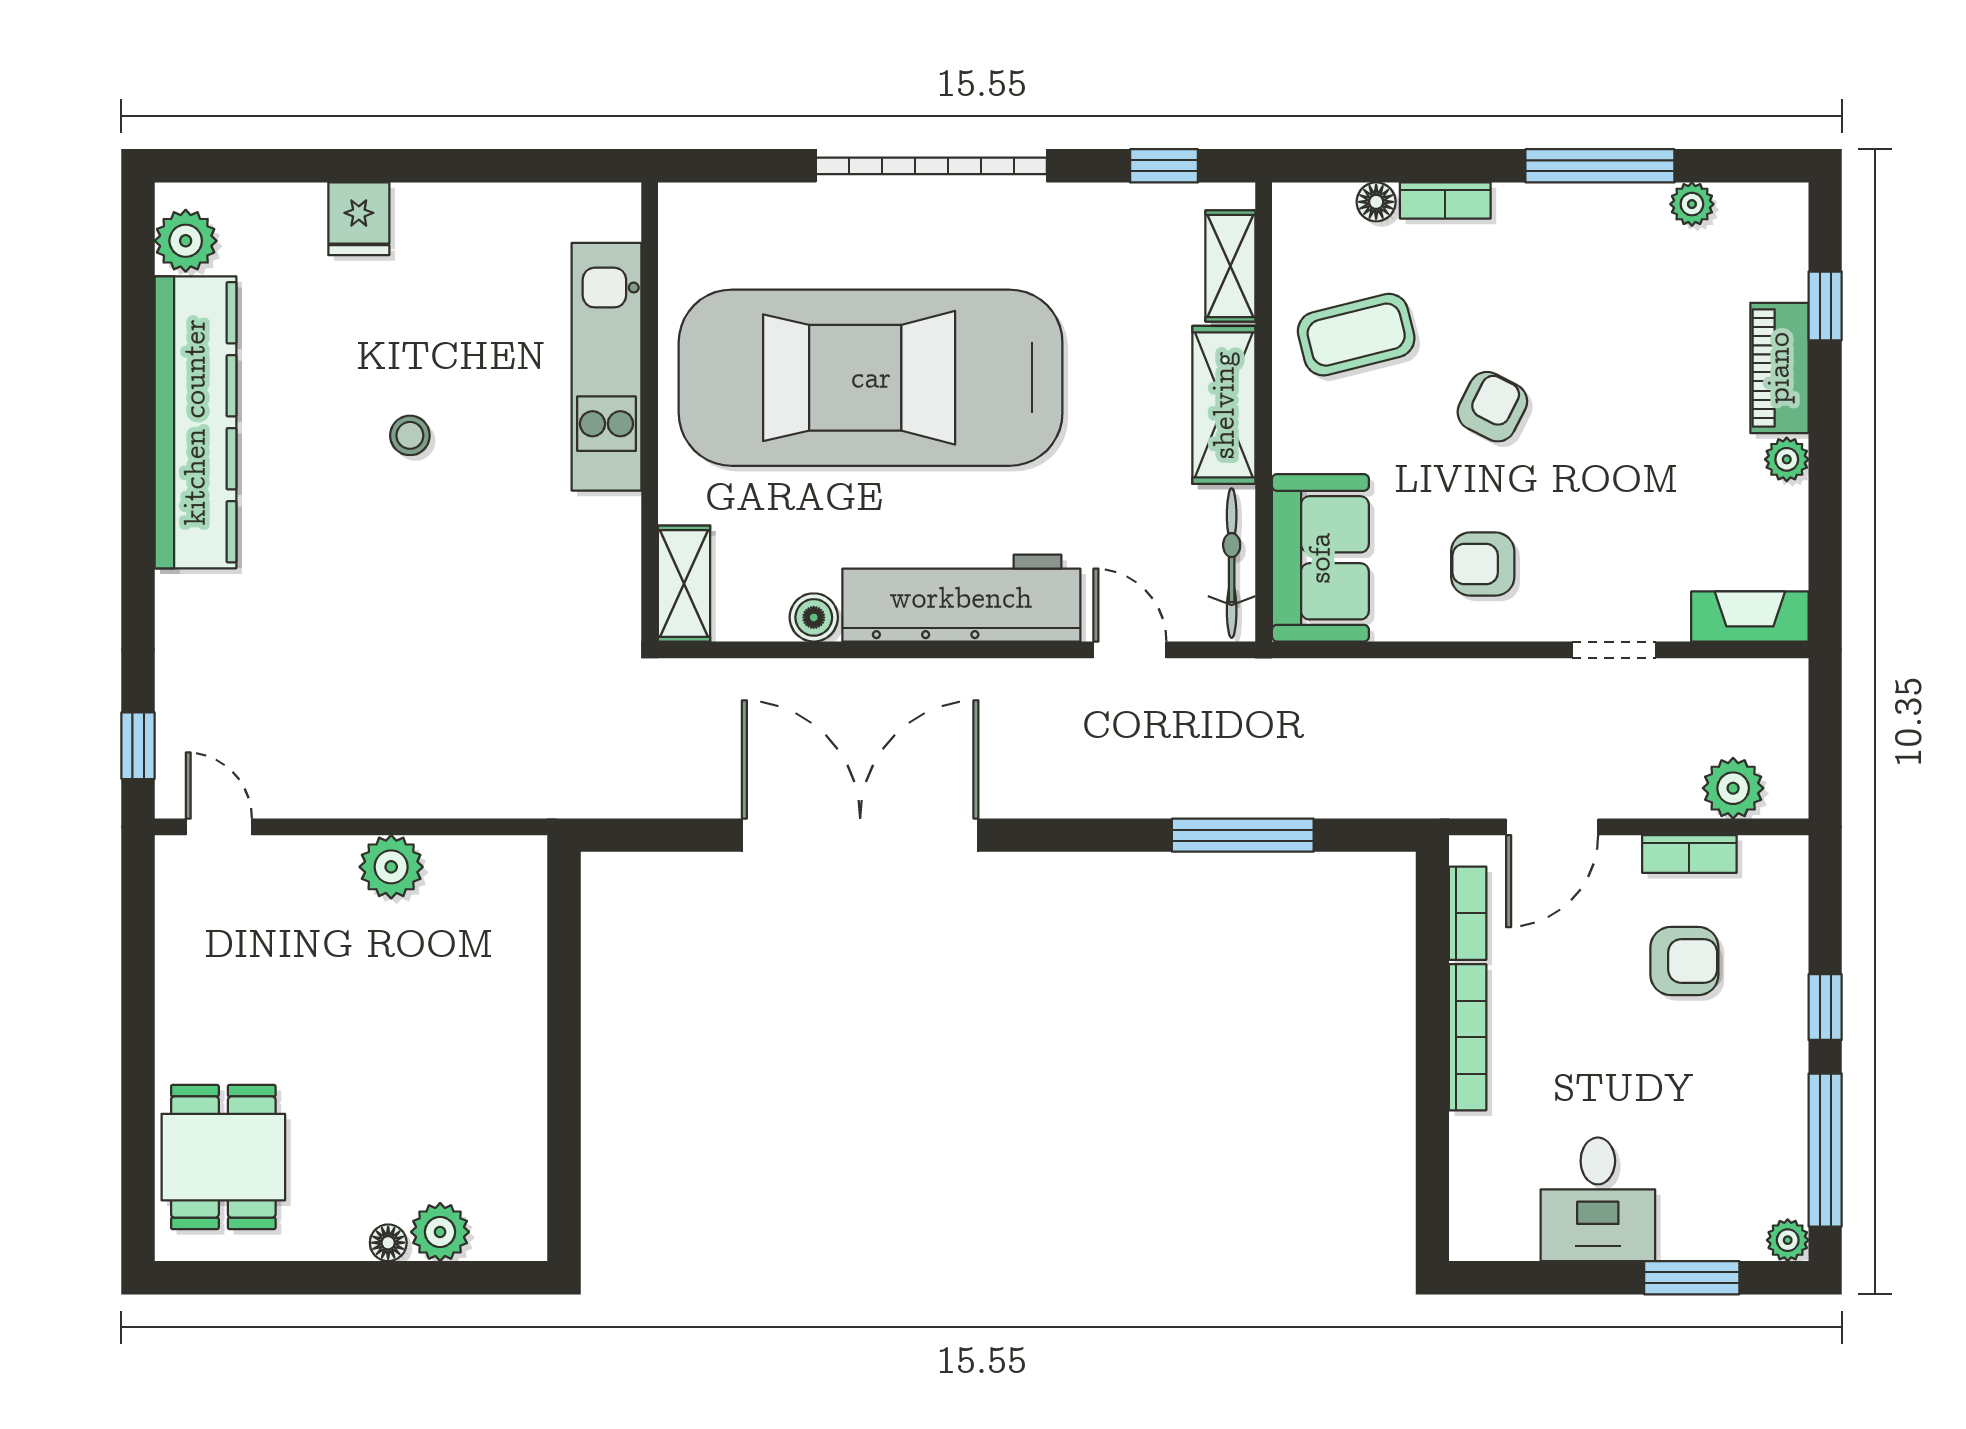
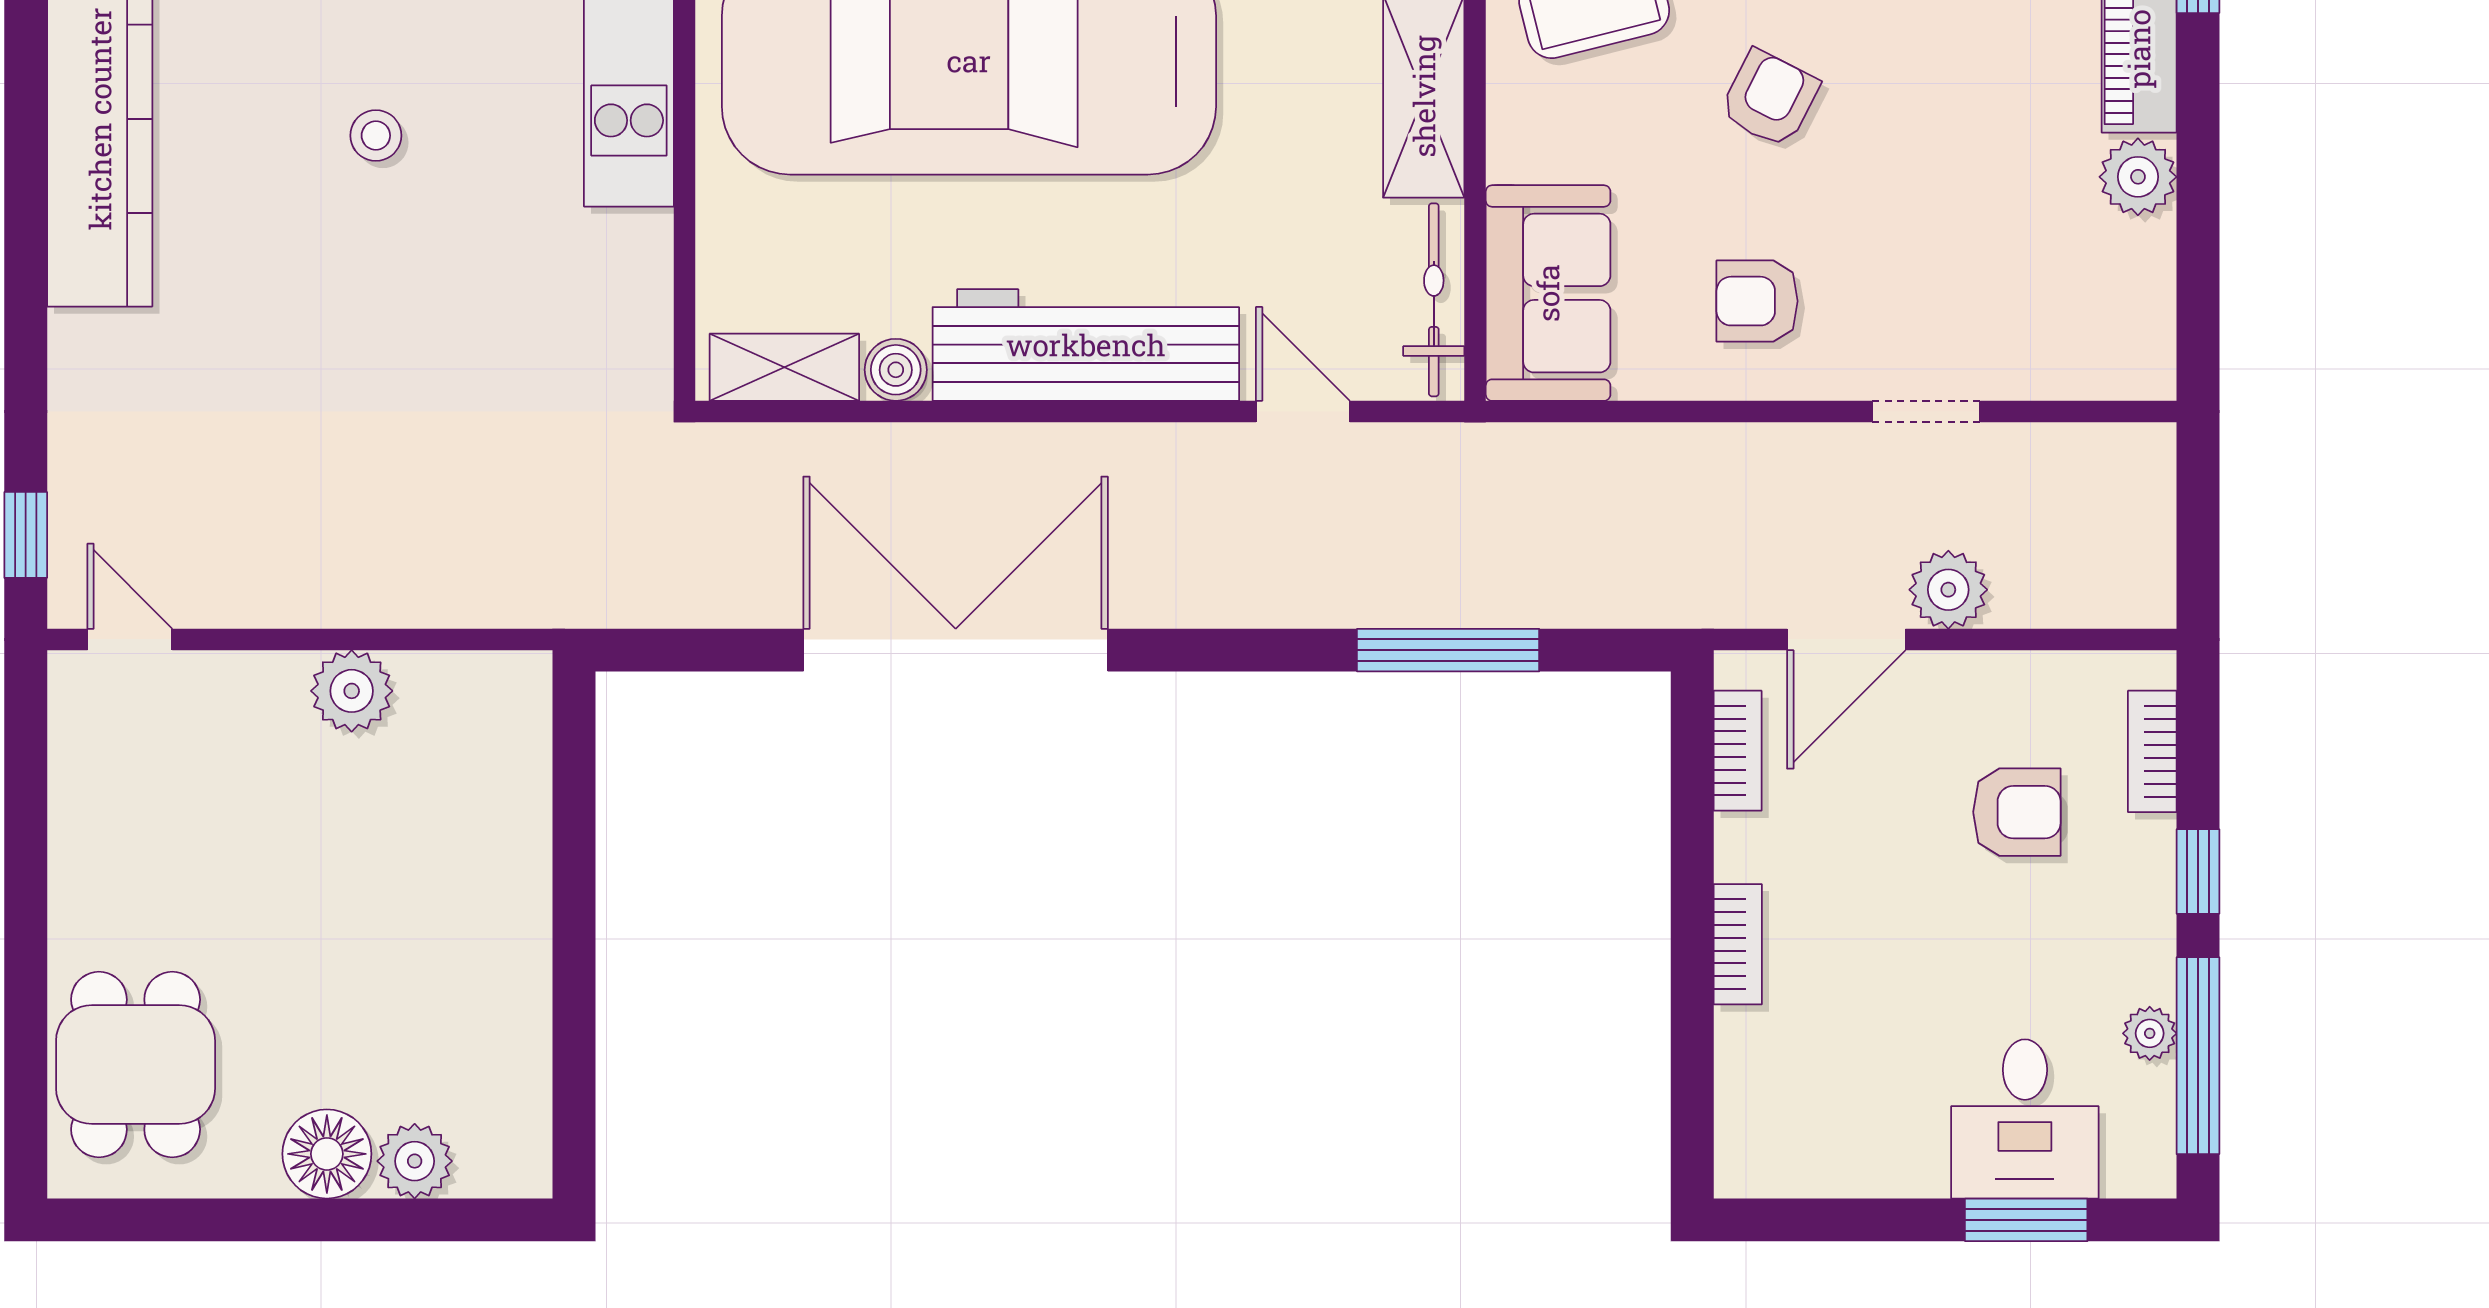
plant: (1787, 459) -> (2138, 177), width x1.38, depth x1.38
shelving: (684, 584) -> (784, 367), moved, turned 90
fireplace: (1750, 616) -> (2101, 369), removed
plant: (1733, 788) -> (1948, 590), moved
bookcase: (1689, 854) -> (2152, 751), moved, turned 90
bookcase: (1468, 1037) -> (1738, 944), width x0.64
desk: (1598, 1199) -> (2025, 1119), moved
plant: (1788, 1240) -> (2150, 1033), moved
floor lamp: (388, 1243) -> (327, 1154), width x1.89, depth x1.89

